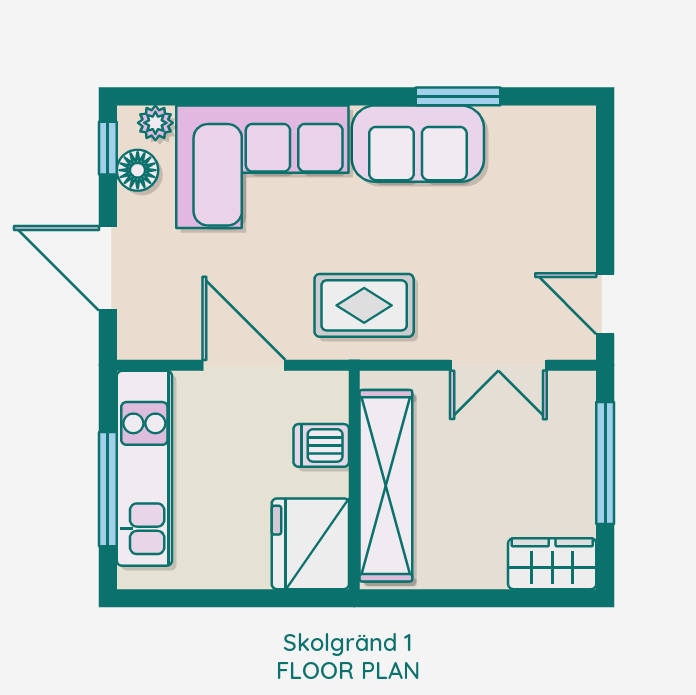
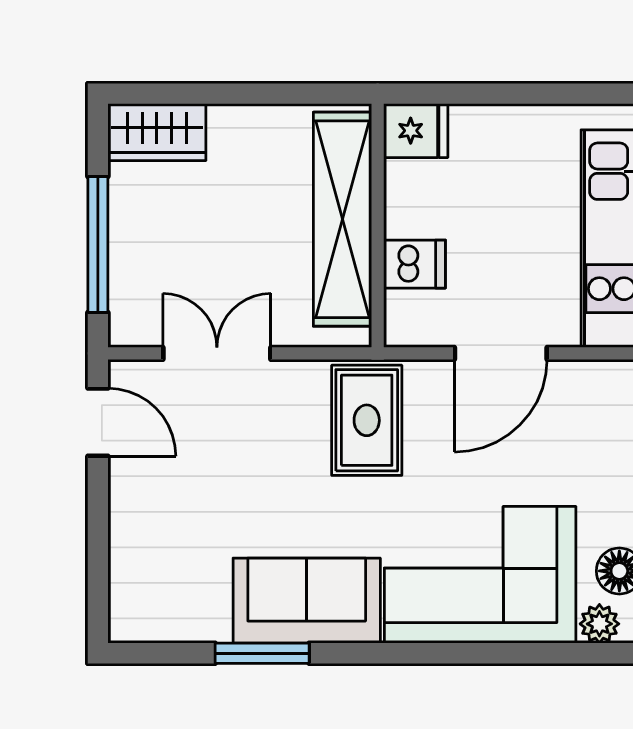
rug: (364, 305) -> (367, 420), turned 90
door: (244, 365) -> (501, 353), hinge flipped
fridge: (310, 544) -> (416, 131), width x0.53, depth x0.75

